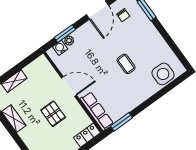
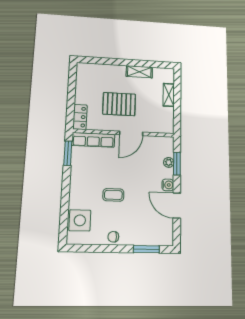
chair: (123, 15) -> (113, 237), moved
water cooler: (60, 48) -> (168, 185), moved
pallet: (53, 114) -> (119, 104), width x1.50, depth x1.42

